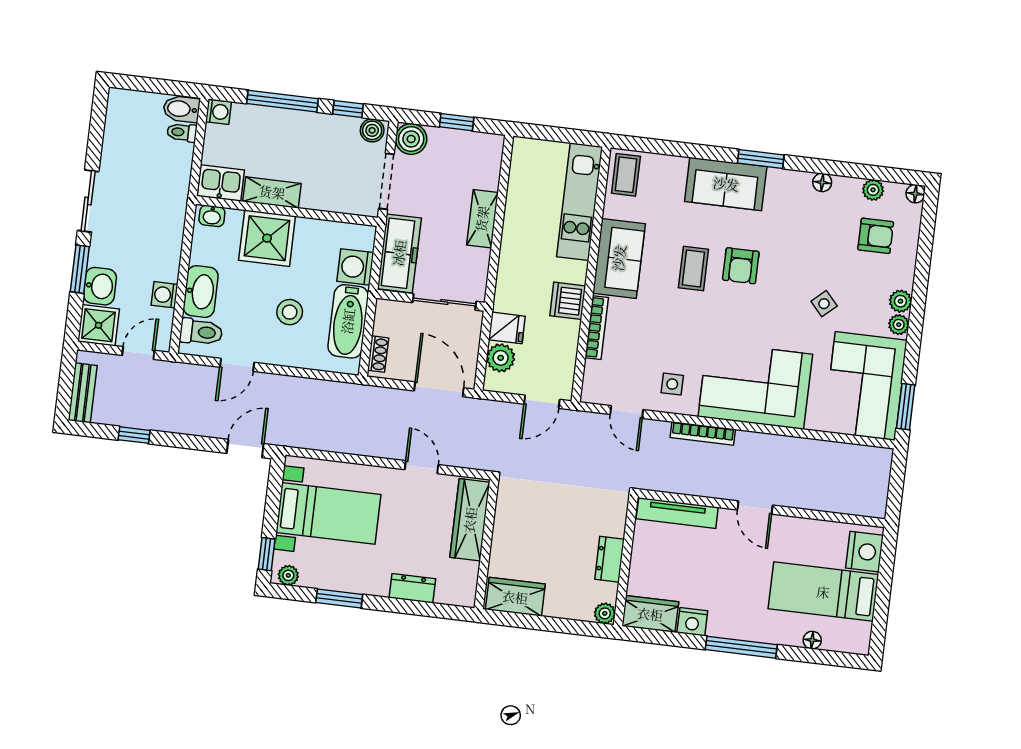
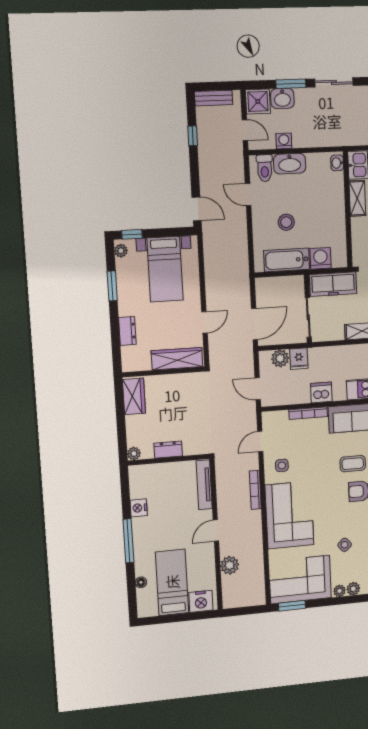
shower: (267, 238) -> (329, 200), removed
shoe rack: (378, 354) -> (270, 282), removed
plant: (816, 496) -> (230, 565), added
wardrobe: (650, 614) -> (139, 481), removed

